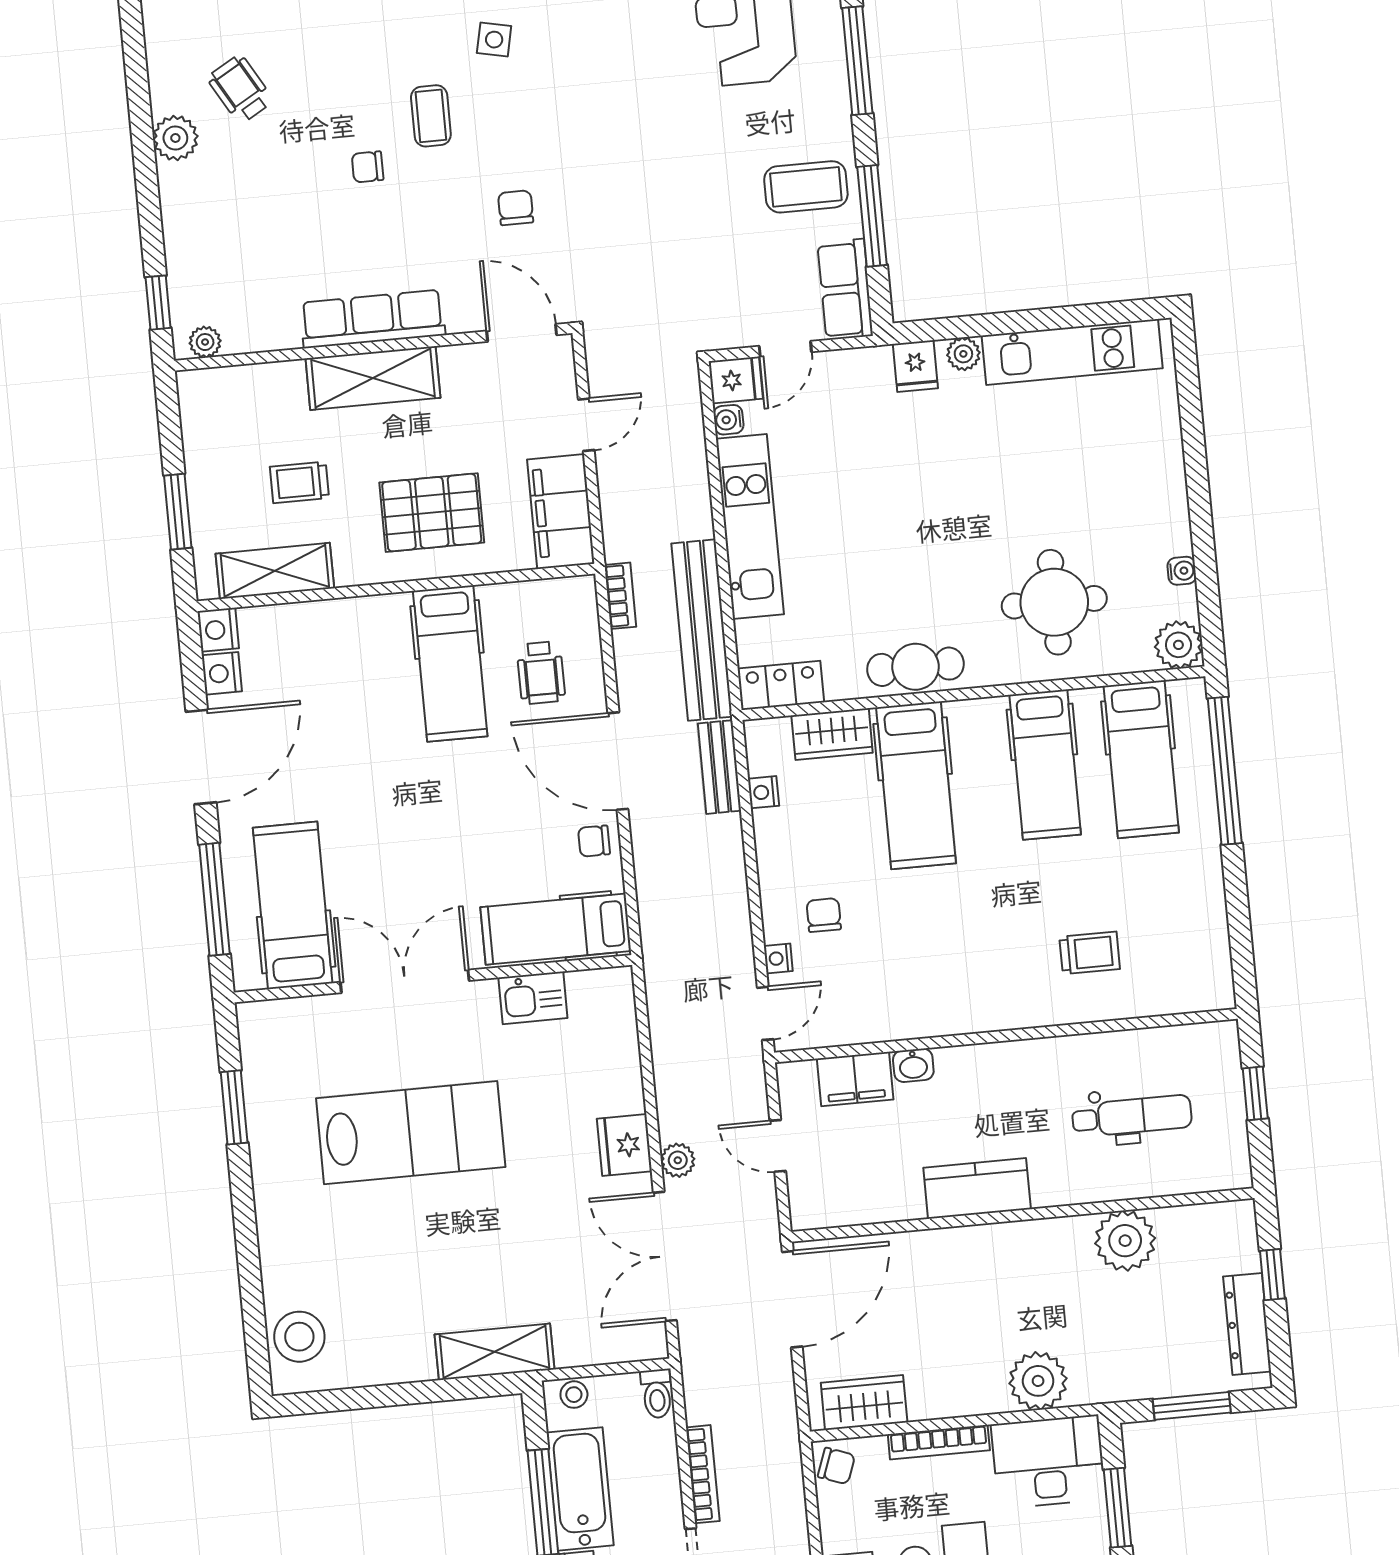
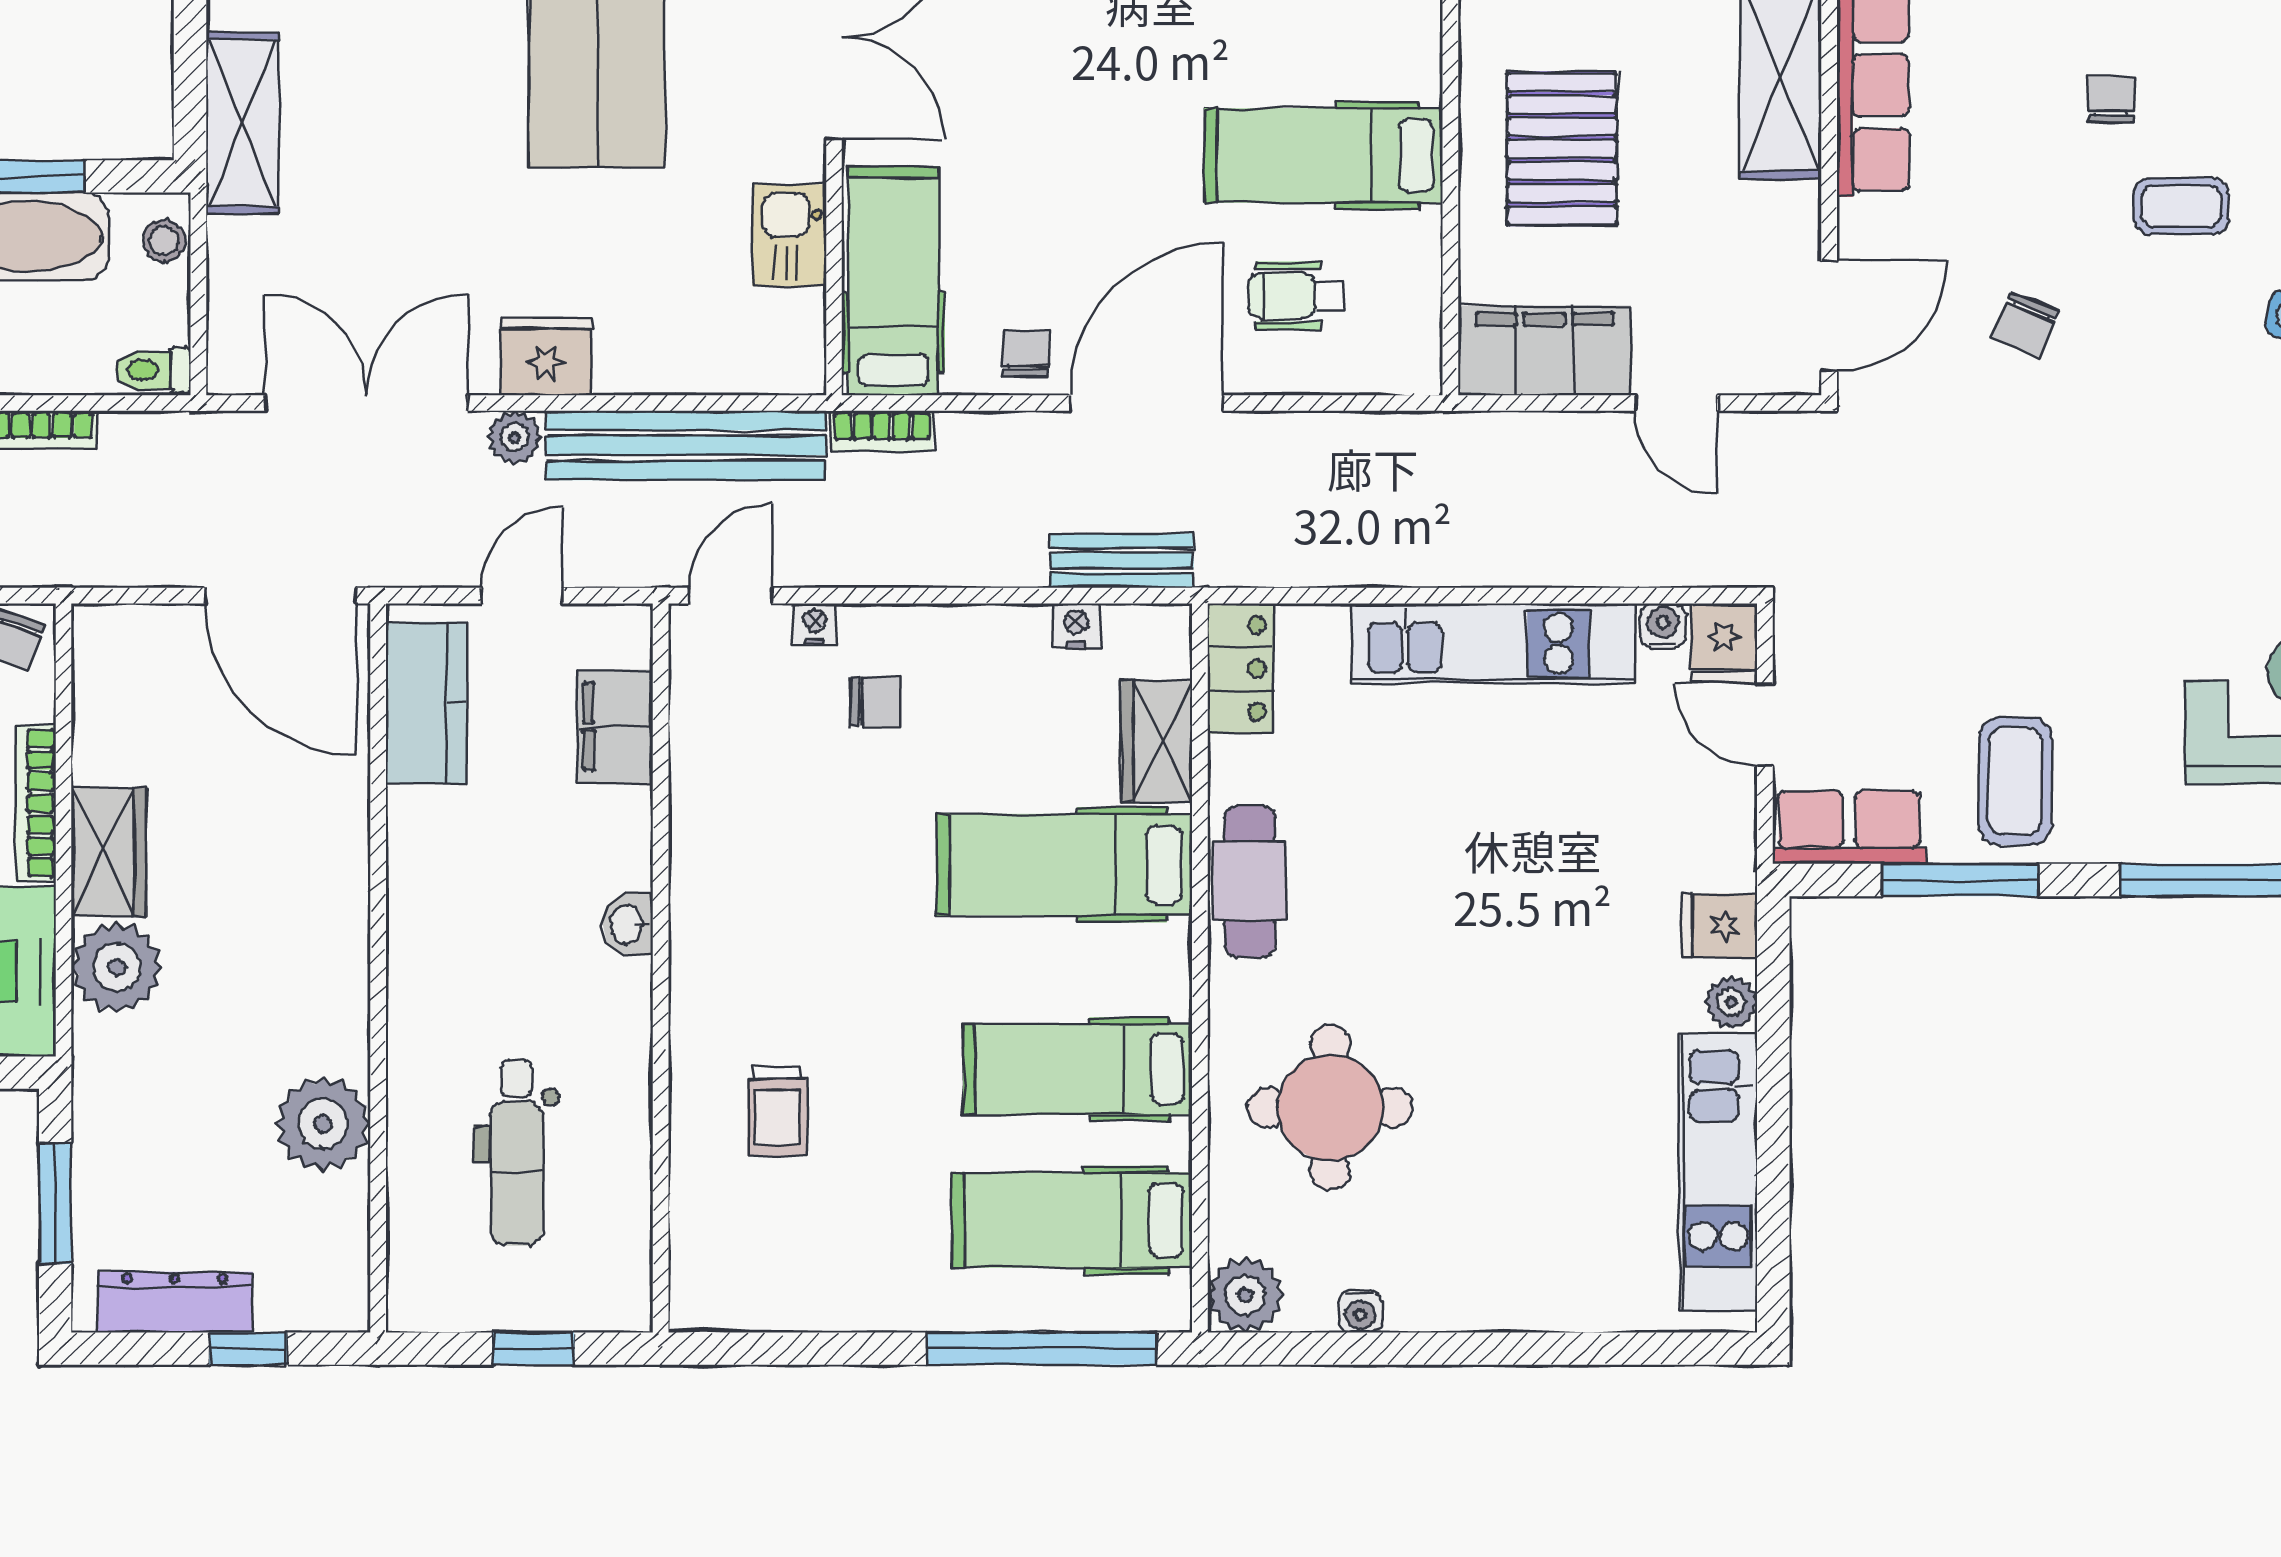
chair: (516, 208) -> (2025, 325), turned 113
bookcase: (620, 596) -> (882, 431), moved
bench: (702, 630) -> (686, 445), moved
door: (765, 1013) -> (731, 596), swing flipped
washbasin: (913, 1065) -> (628, 924), moved
kitchen counter: (977, 1188) -> (426, 703), moved
wardrobe: (864, 1403) -> (109, 852), moved

